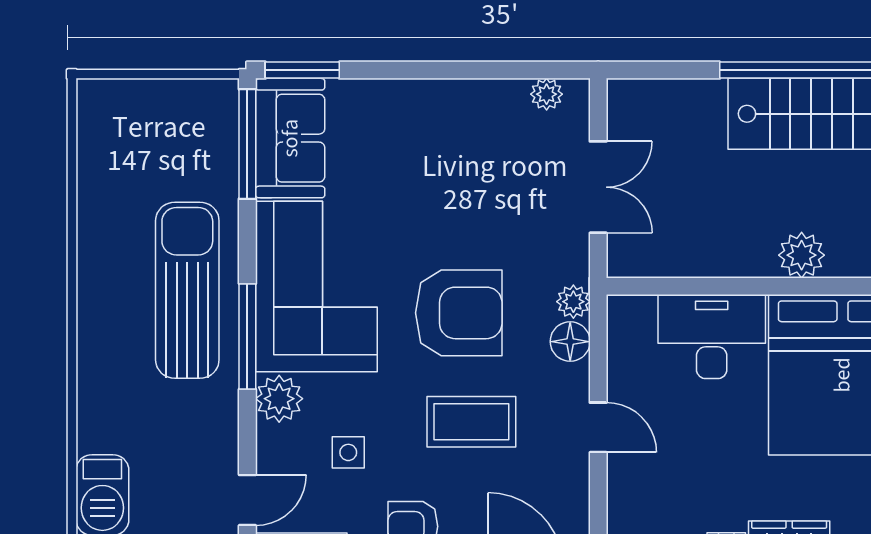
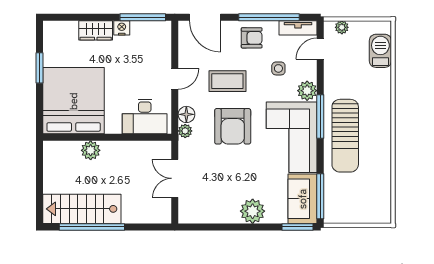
plant: (547, 94) -> (253, 211), moved, width x1.87, depth x1.87
armchair: (459, 313) -> (233, 126), turned -90
desk: (712, 337) -> (145, 116), moved
door: (598, 427) -> (175, 79), swing flipped

